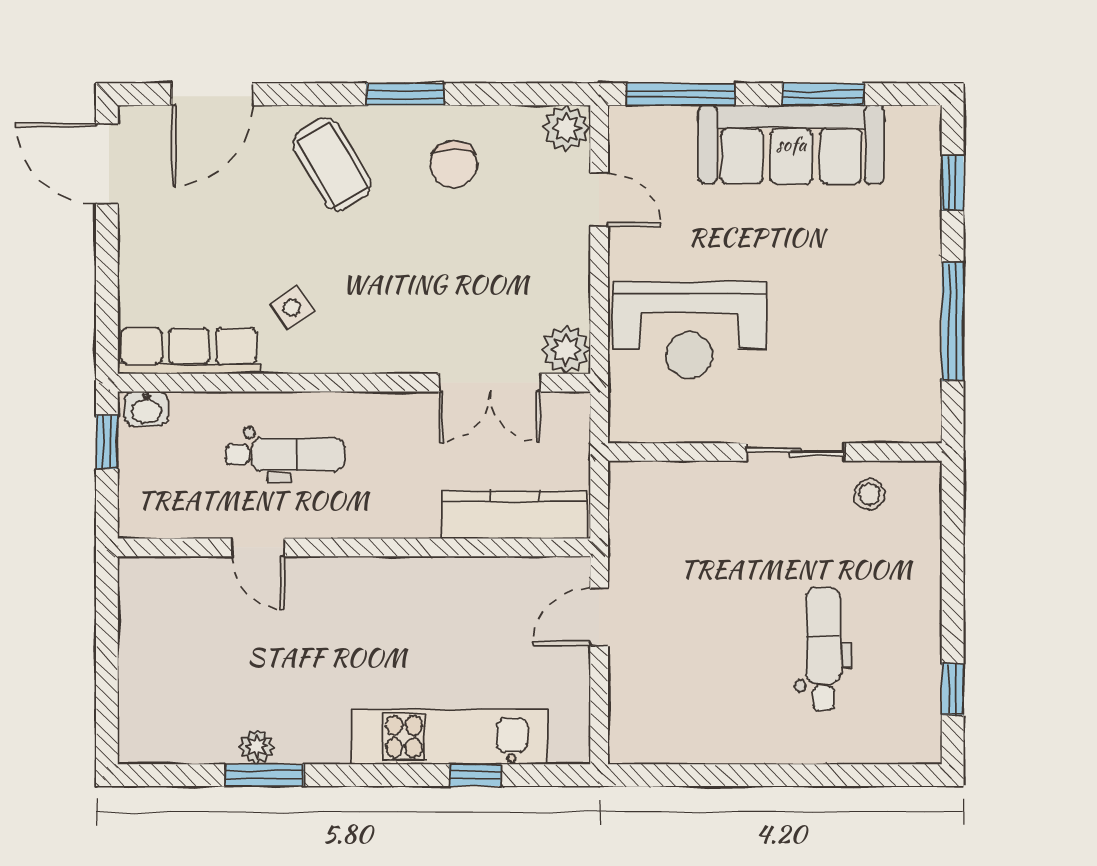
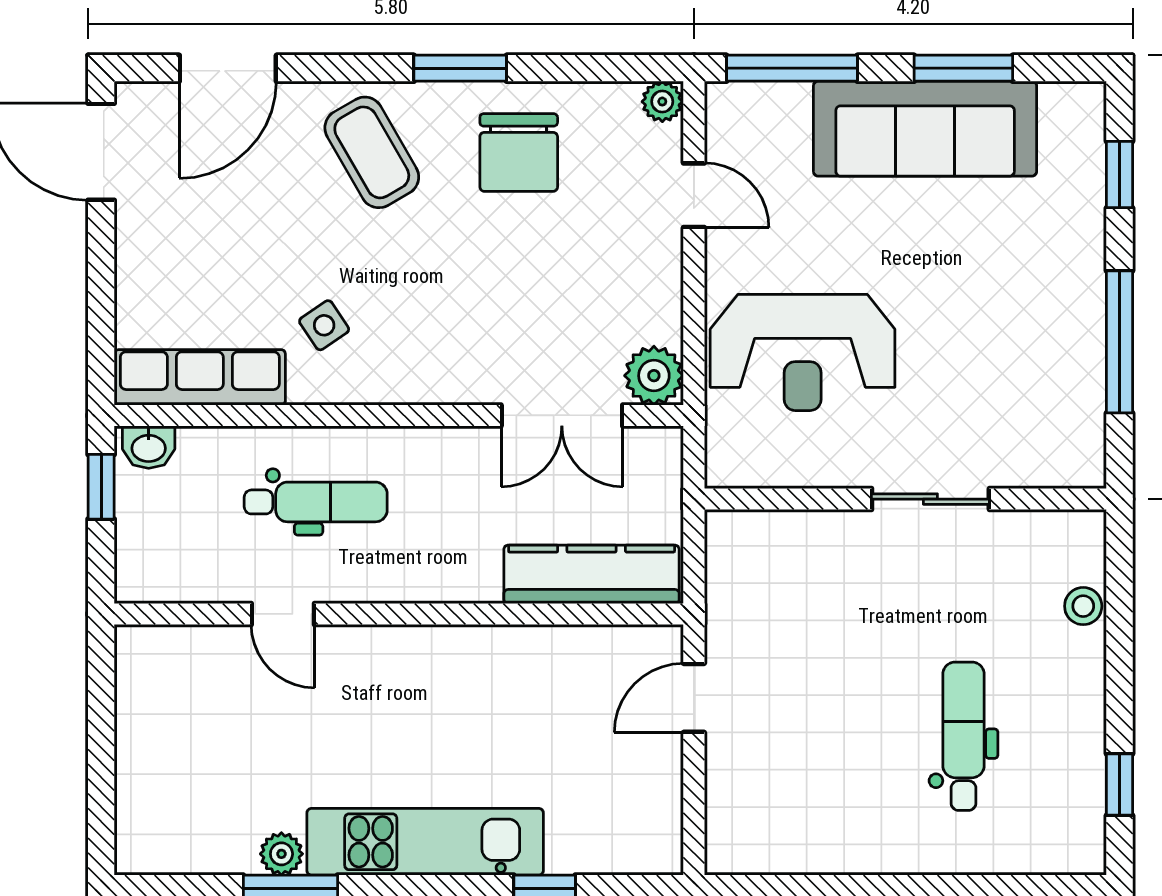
plant: (567, 128) -> (662, 102), width x0.73, depth x0.73
chair: (454, 164) -> (519, 153), width x1.37, depth x1.37
stool: (869, 494) -> (1083, 606), moved
kitchen unit: (449, 737) -> (425, 842), moved

